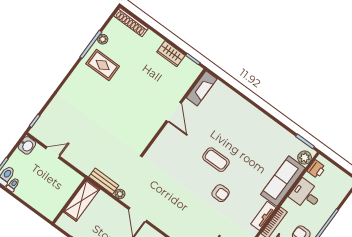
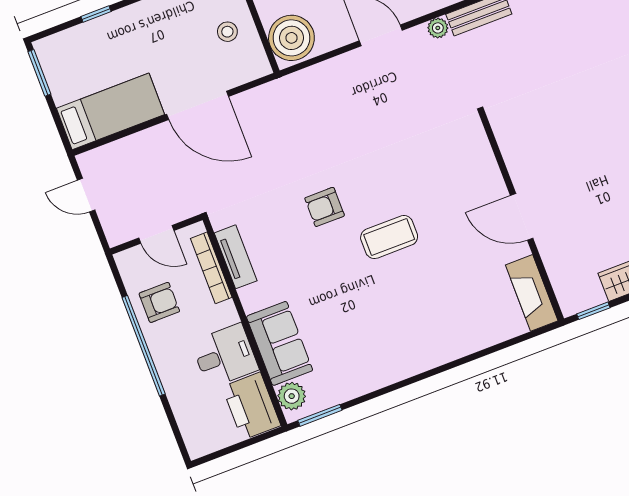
printer: (316, 169) -> (251, 406), width x1.87, depth x1.48
sofa: (283, 181) -> (280, 343), width x0.73

